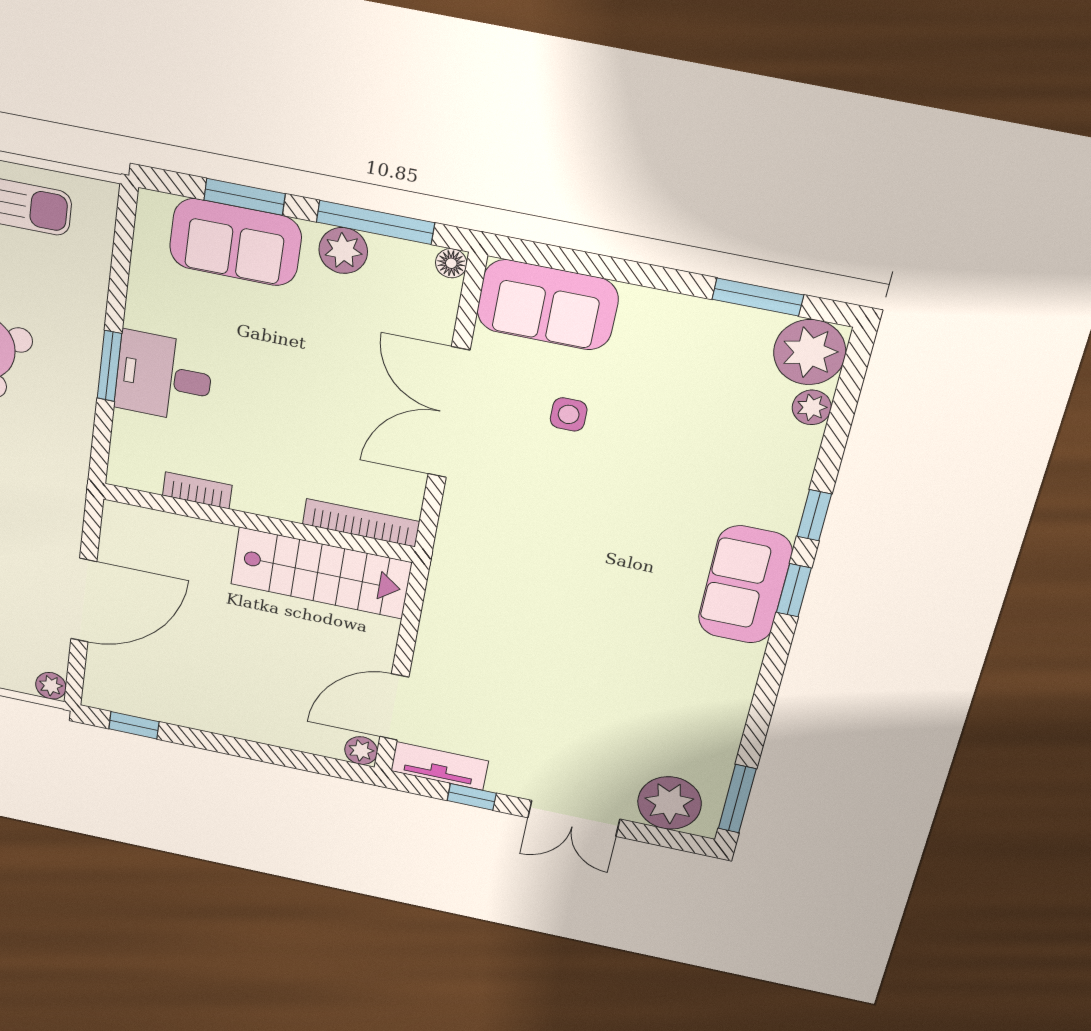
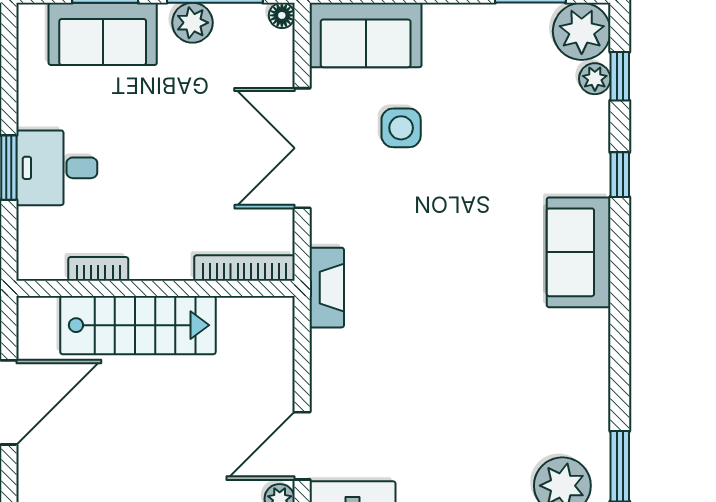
side table: (569, 414) -> (401, 128), width x1.37, depth x1.37
fireplace: (450, 561) -> (327, 288), added
stairs: (321, 573) -> (138, 325), moved
window: (794, 590) -> (620, 76), moved

